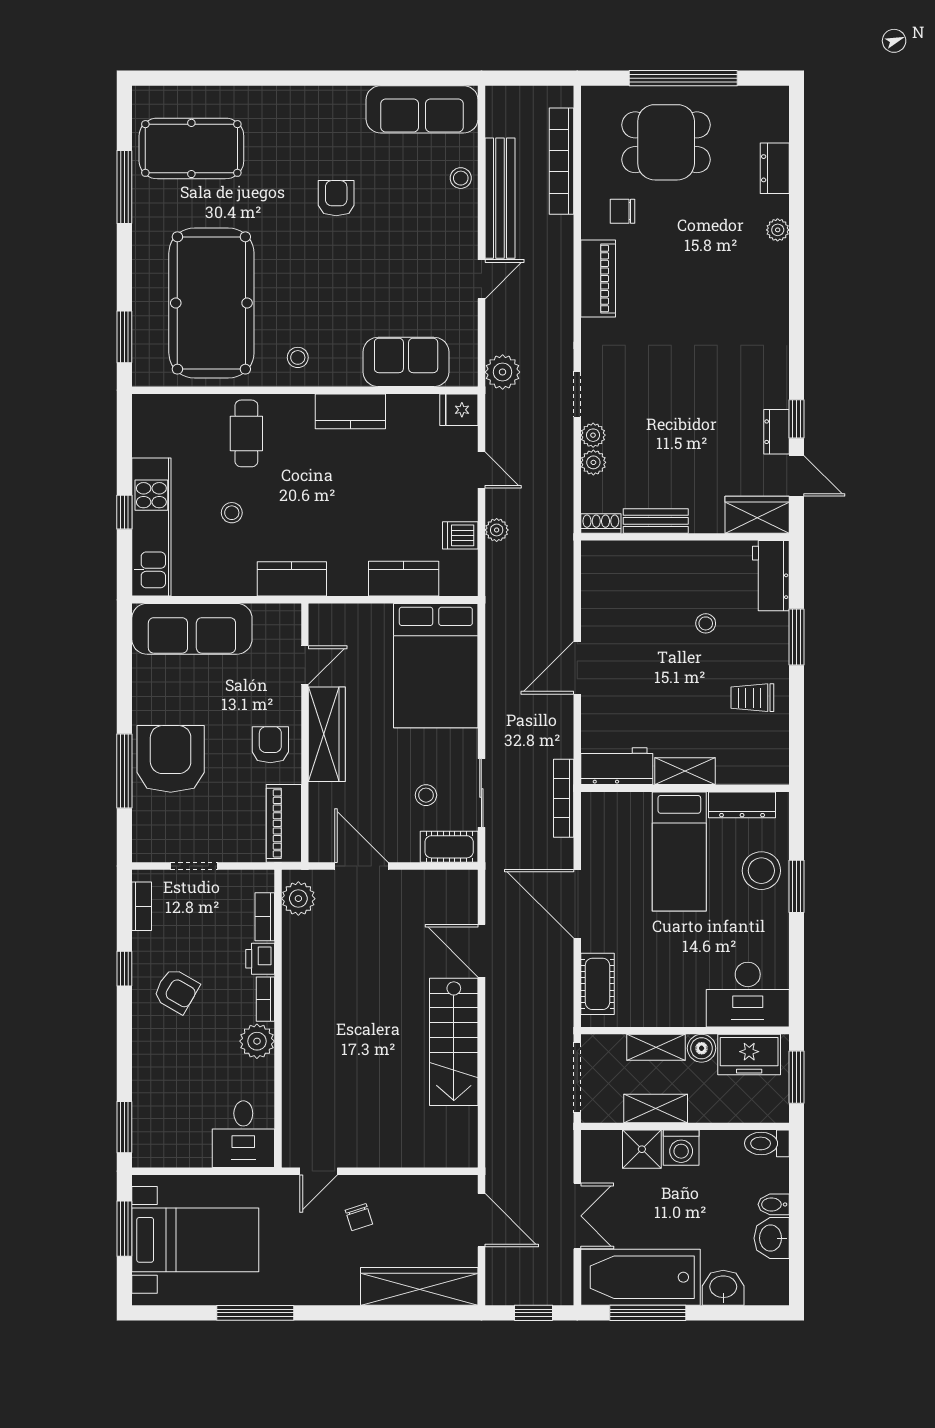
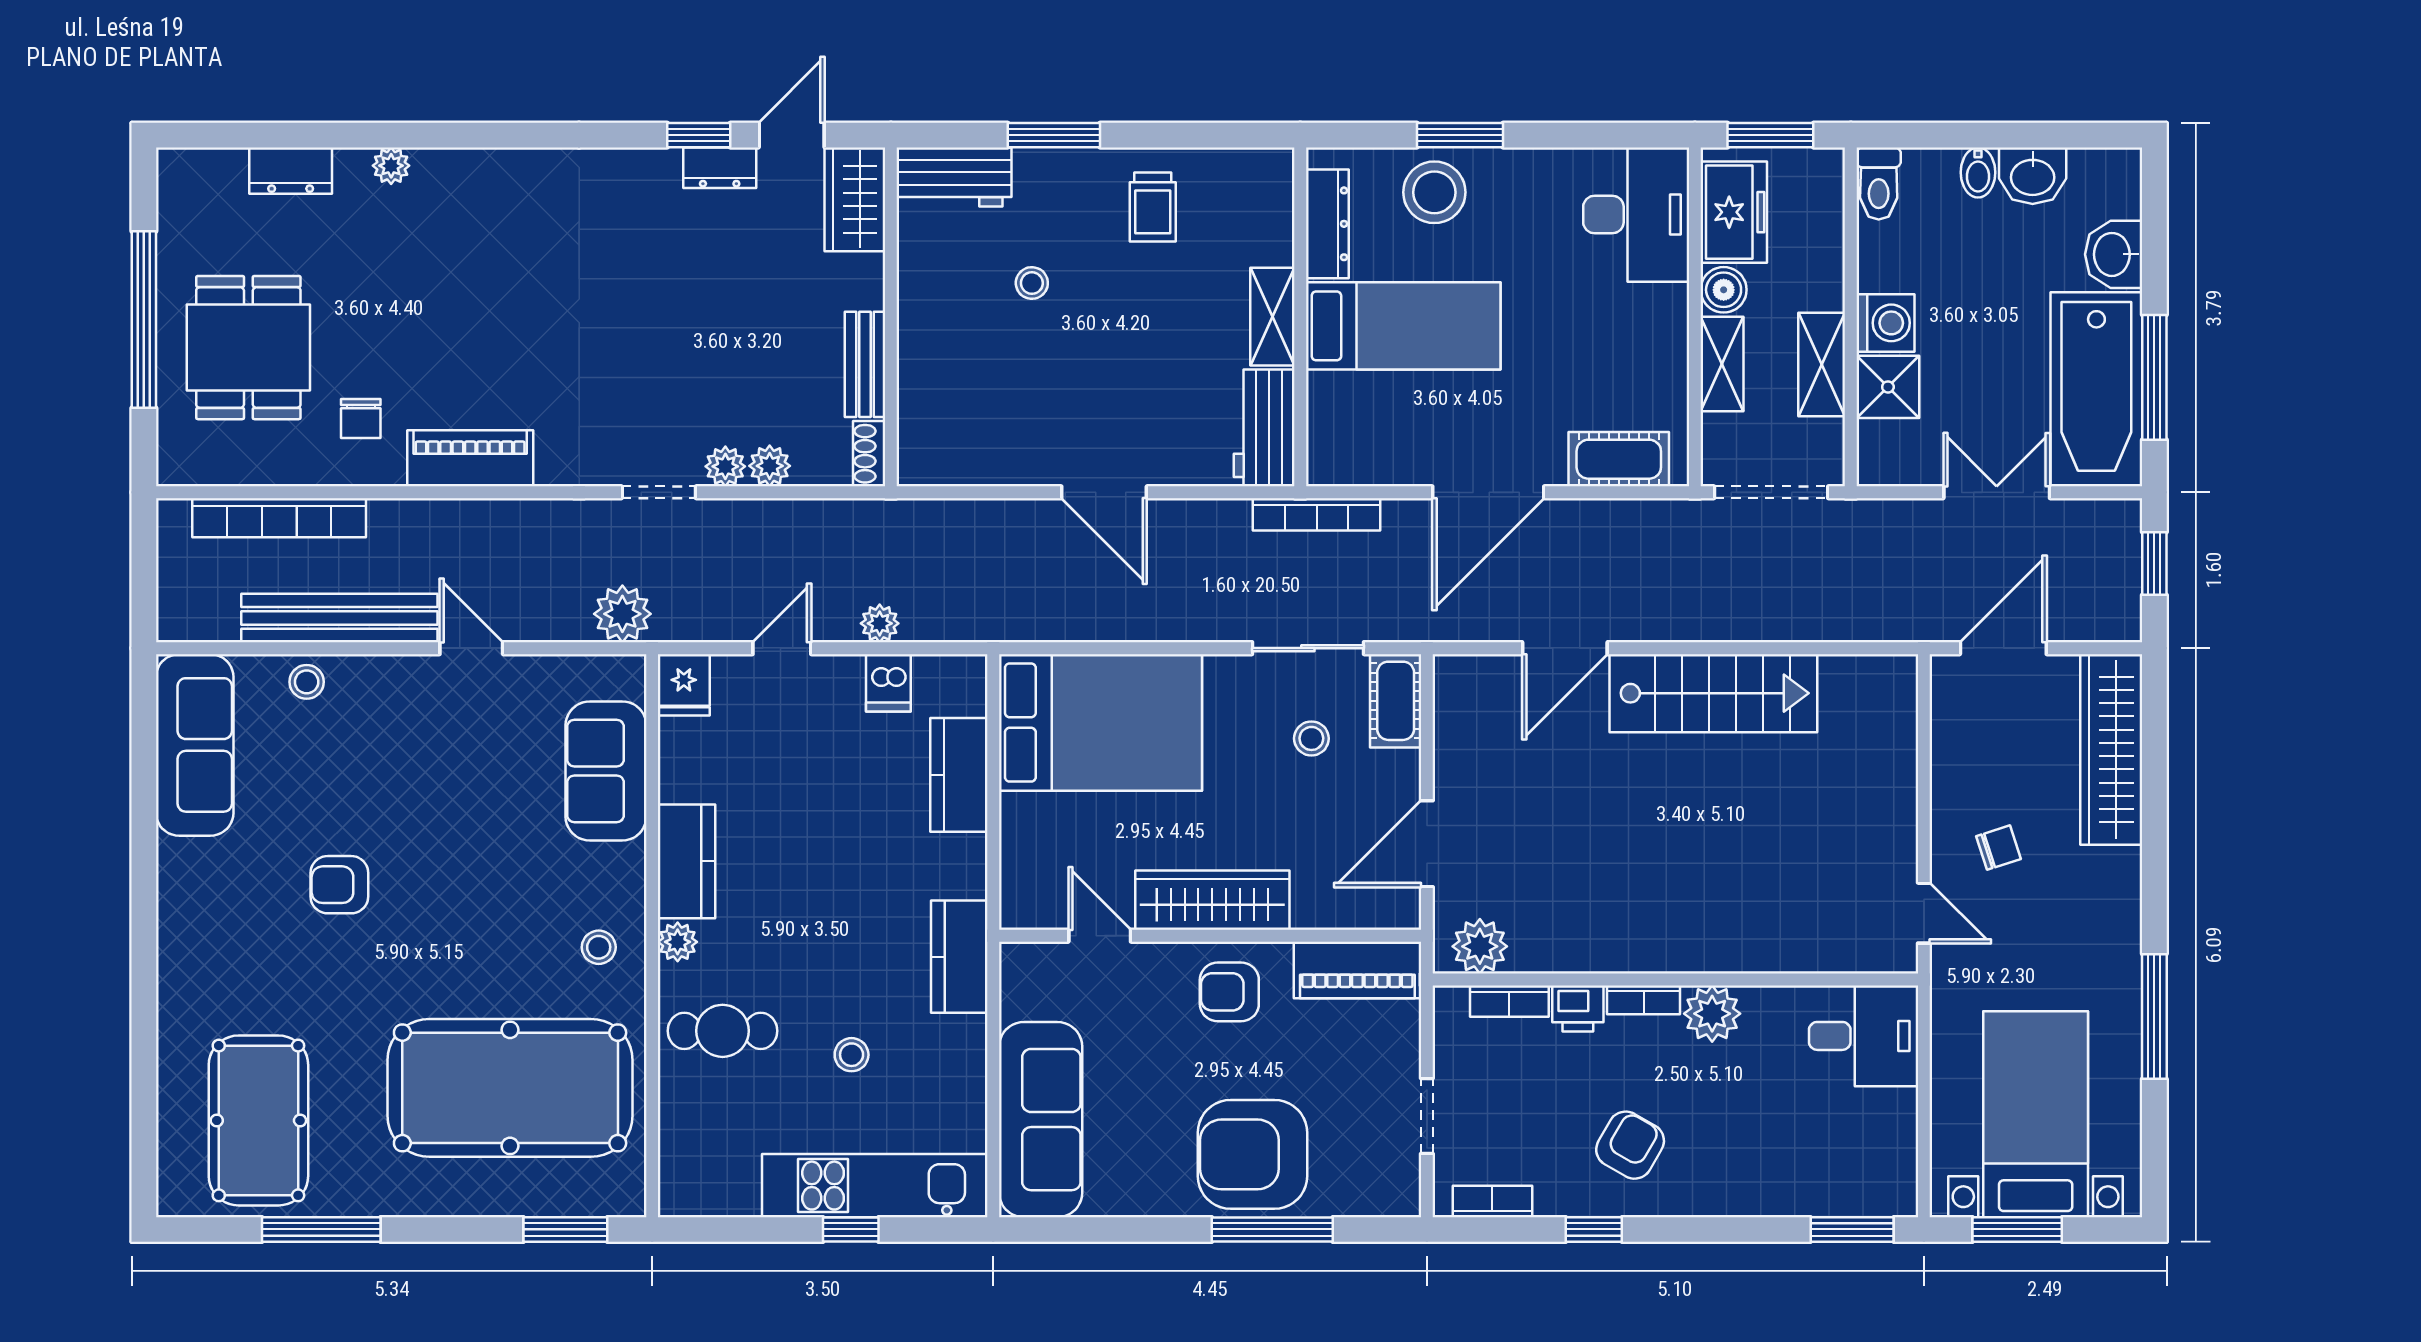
plant: (301, 406) -> (678, 942), added

